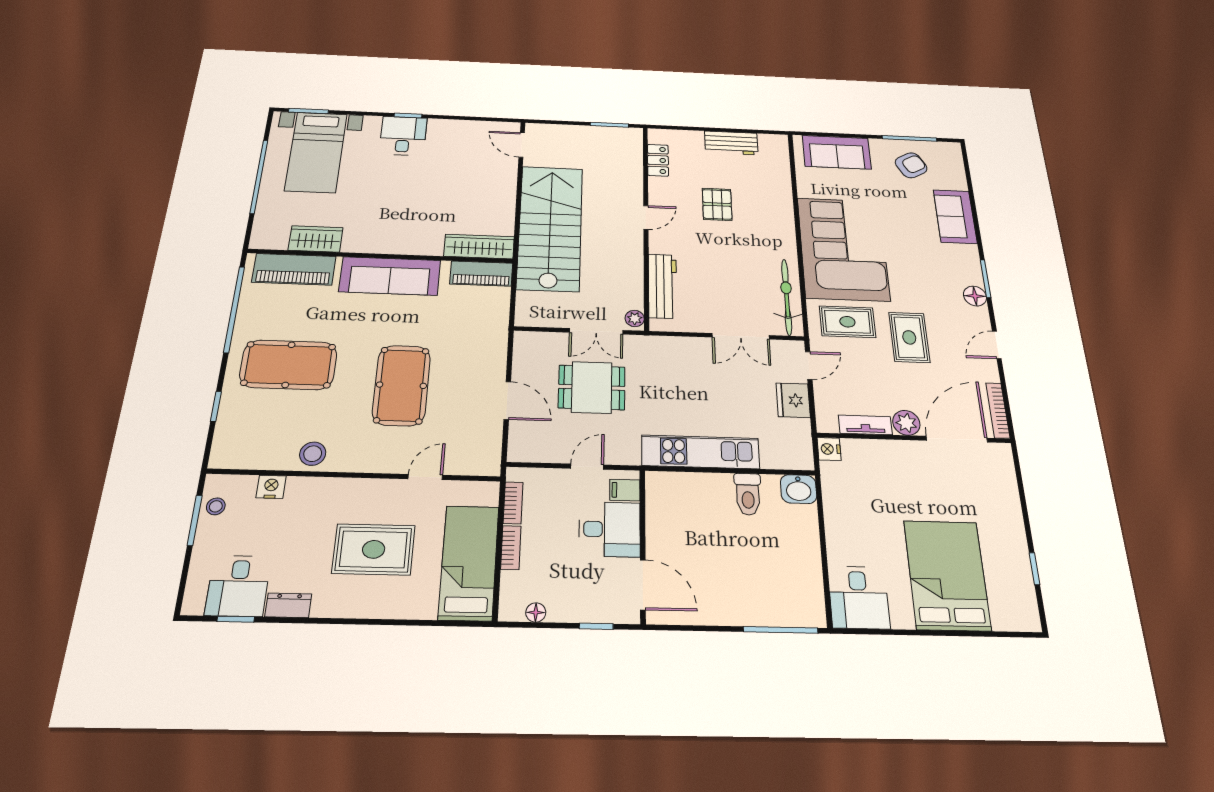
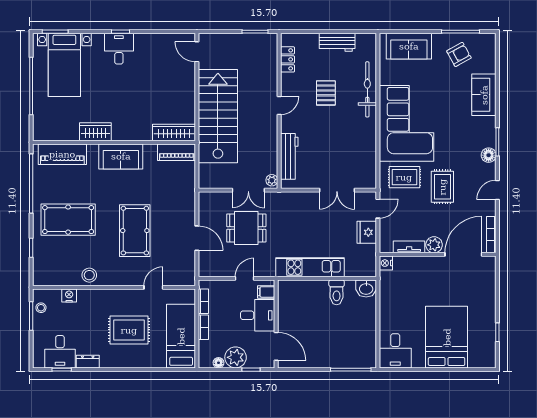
wardrobe: (316, 239) -> (95, 132), moved
sofa: (390, 276) -> (121, 156), width x0.73
bicycle: (787, 297) -> (367, 89), moved
plant: (568, 603) -> (236, 357), added

